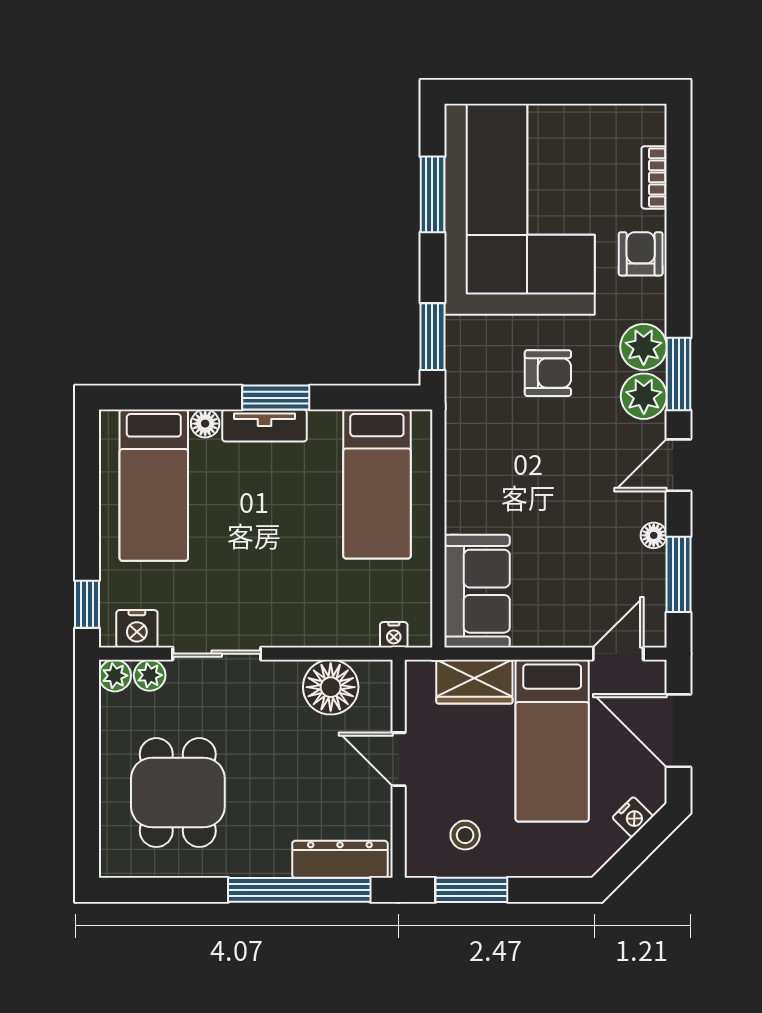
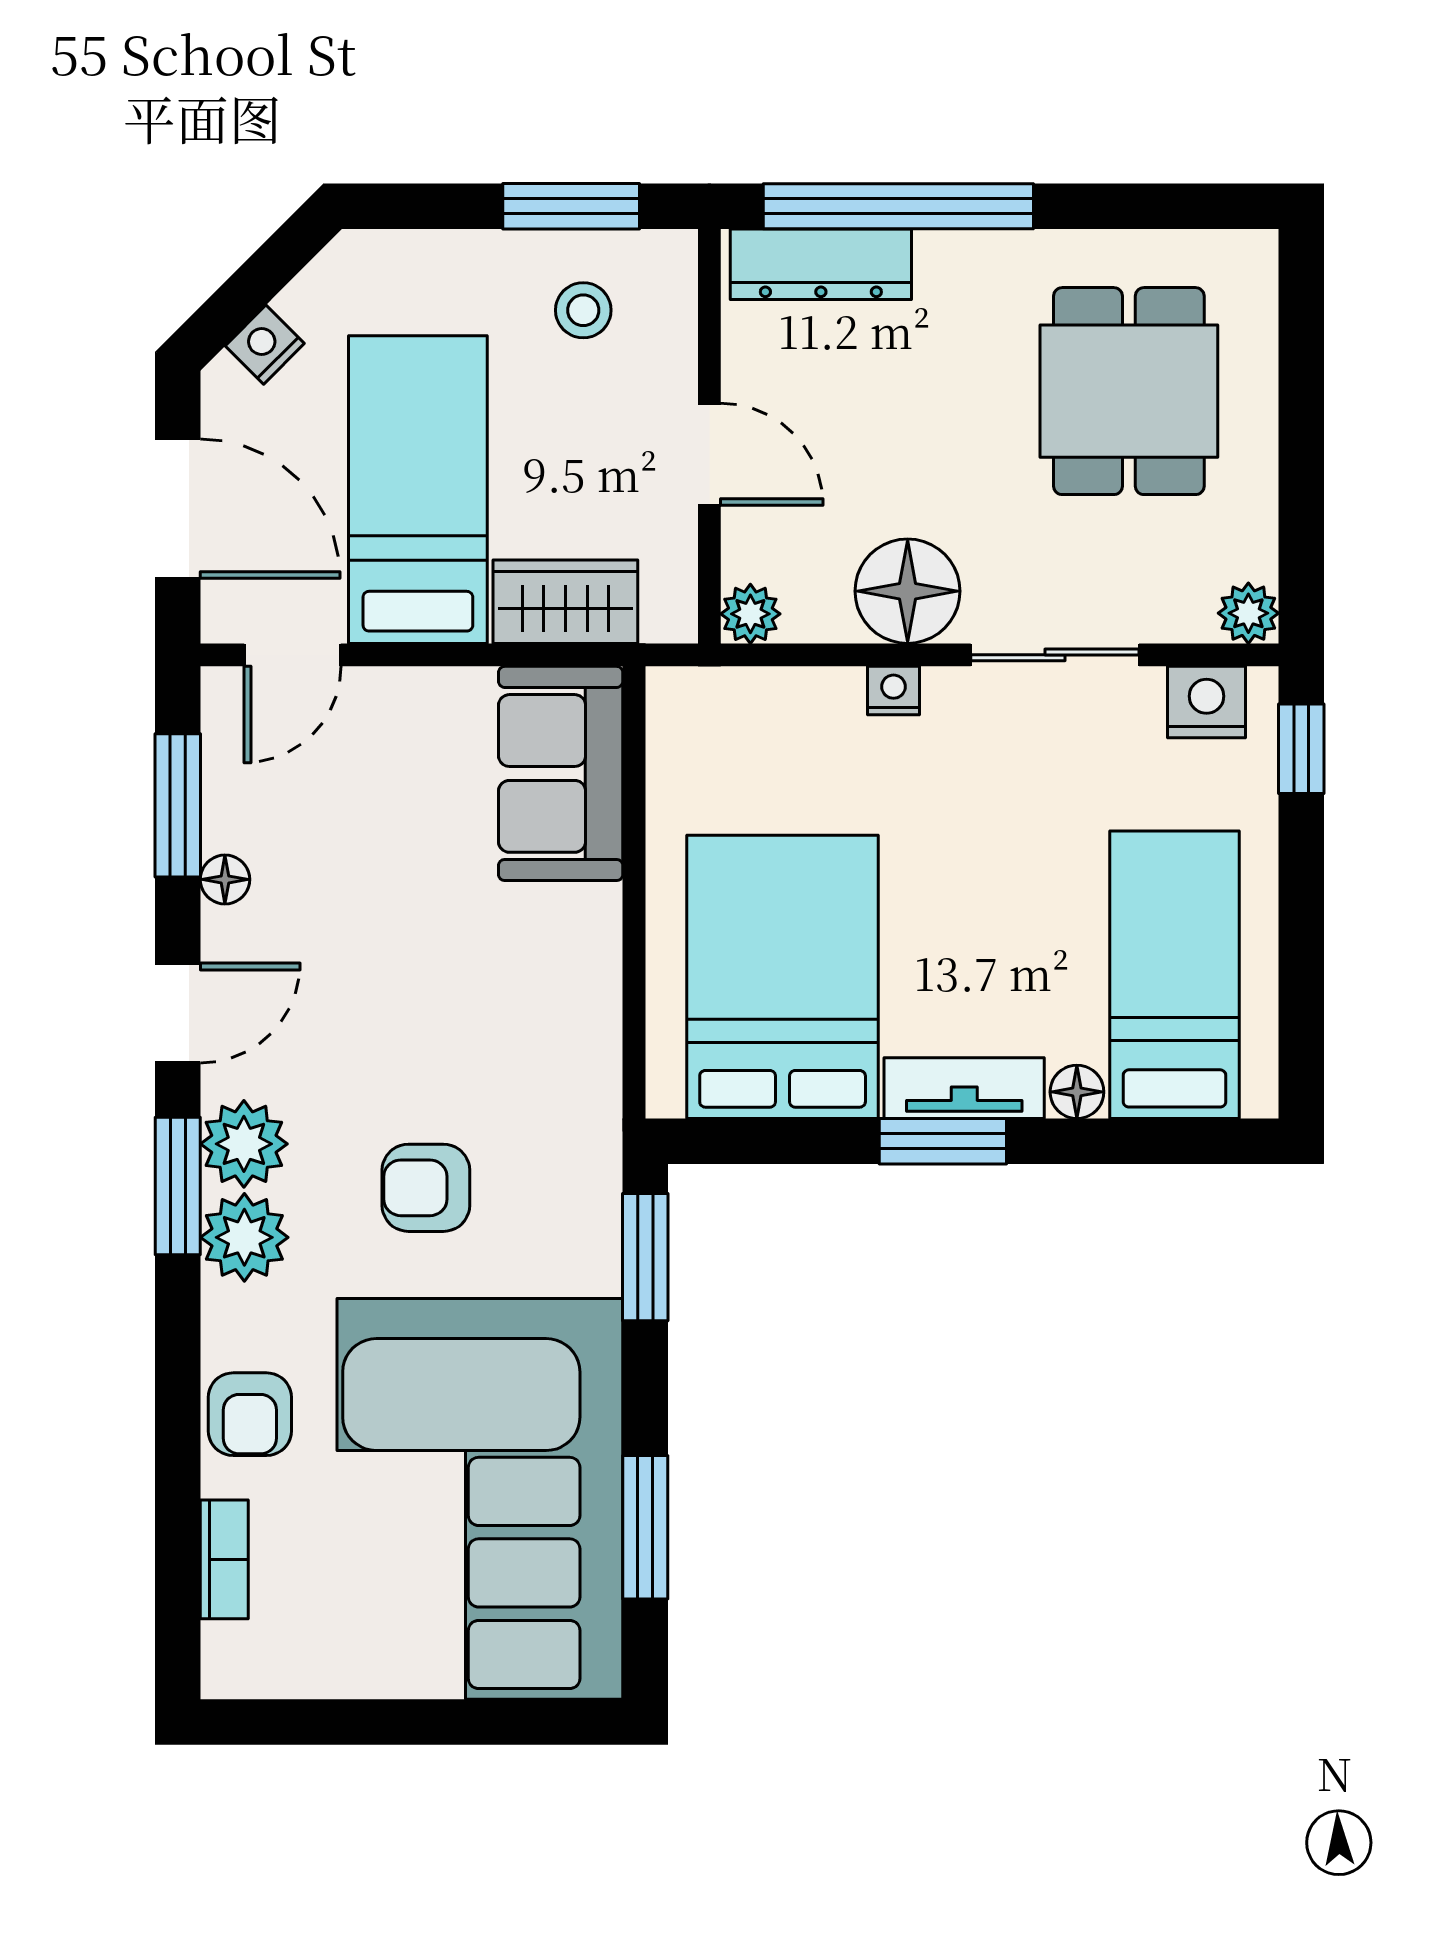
bed: (377, 484) -> (783, 977), width x1.50
nightstand: (394, 635) -> (893, 691), moved
plant: (150, 675) -> (750, 614), moved
floor lamp: (331, 687) -> (908, 591), moved

